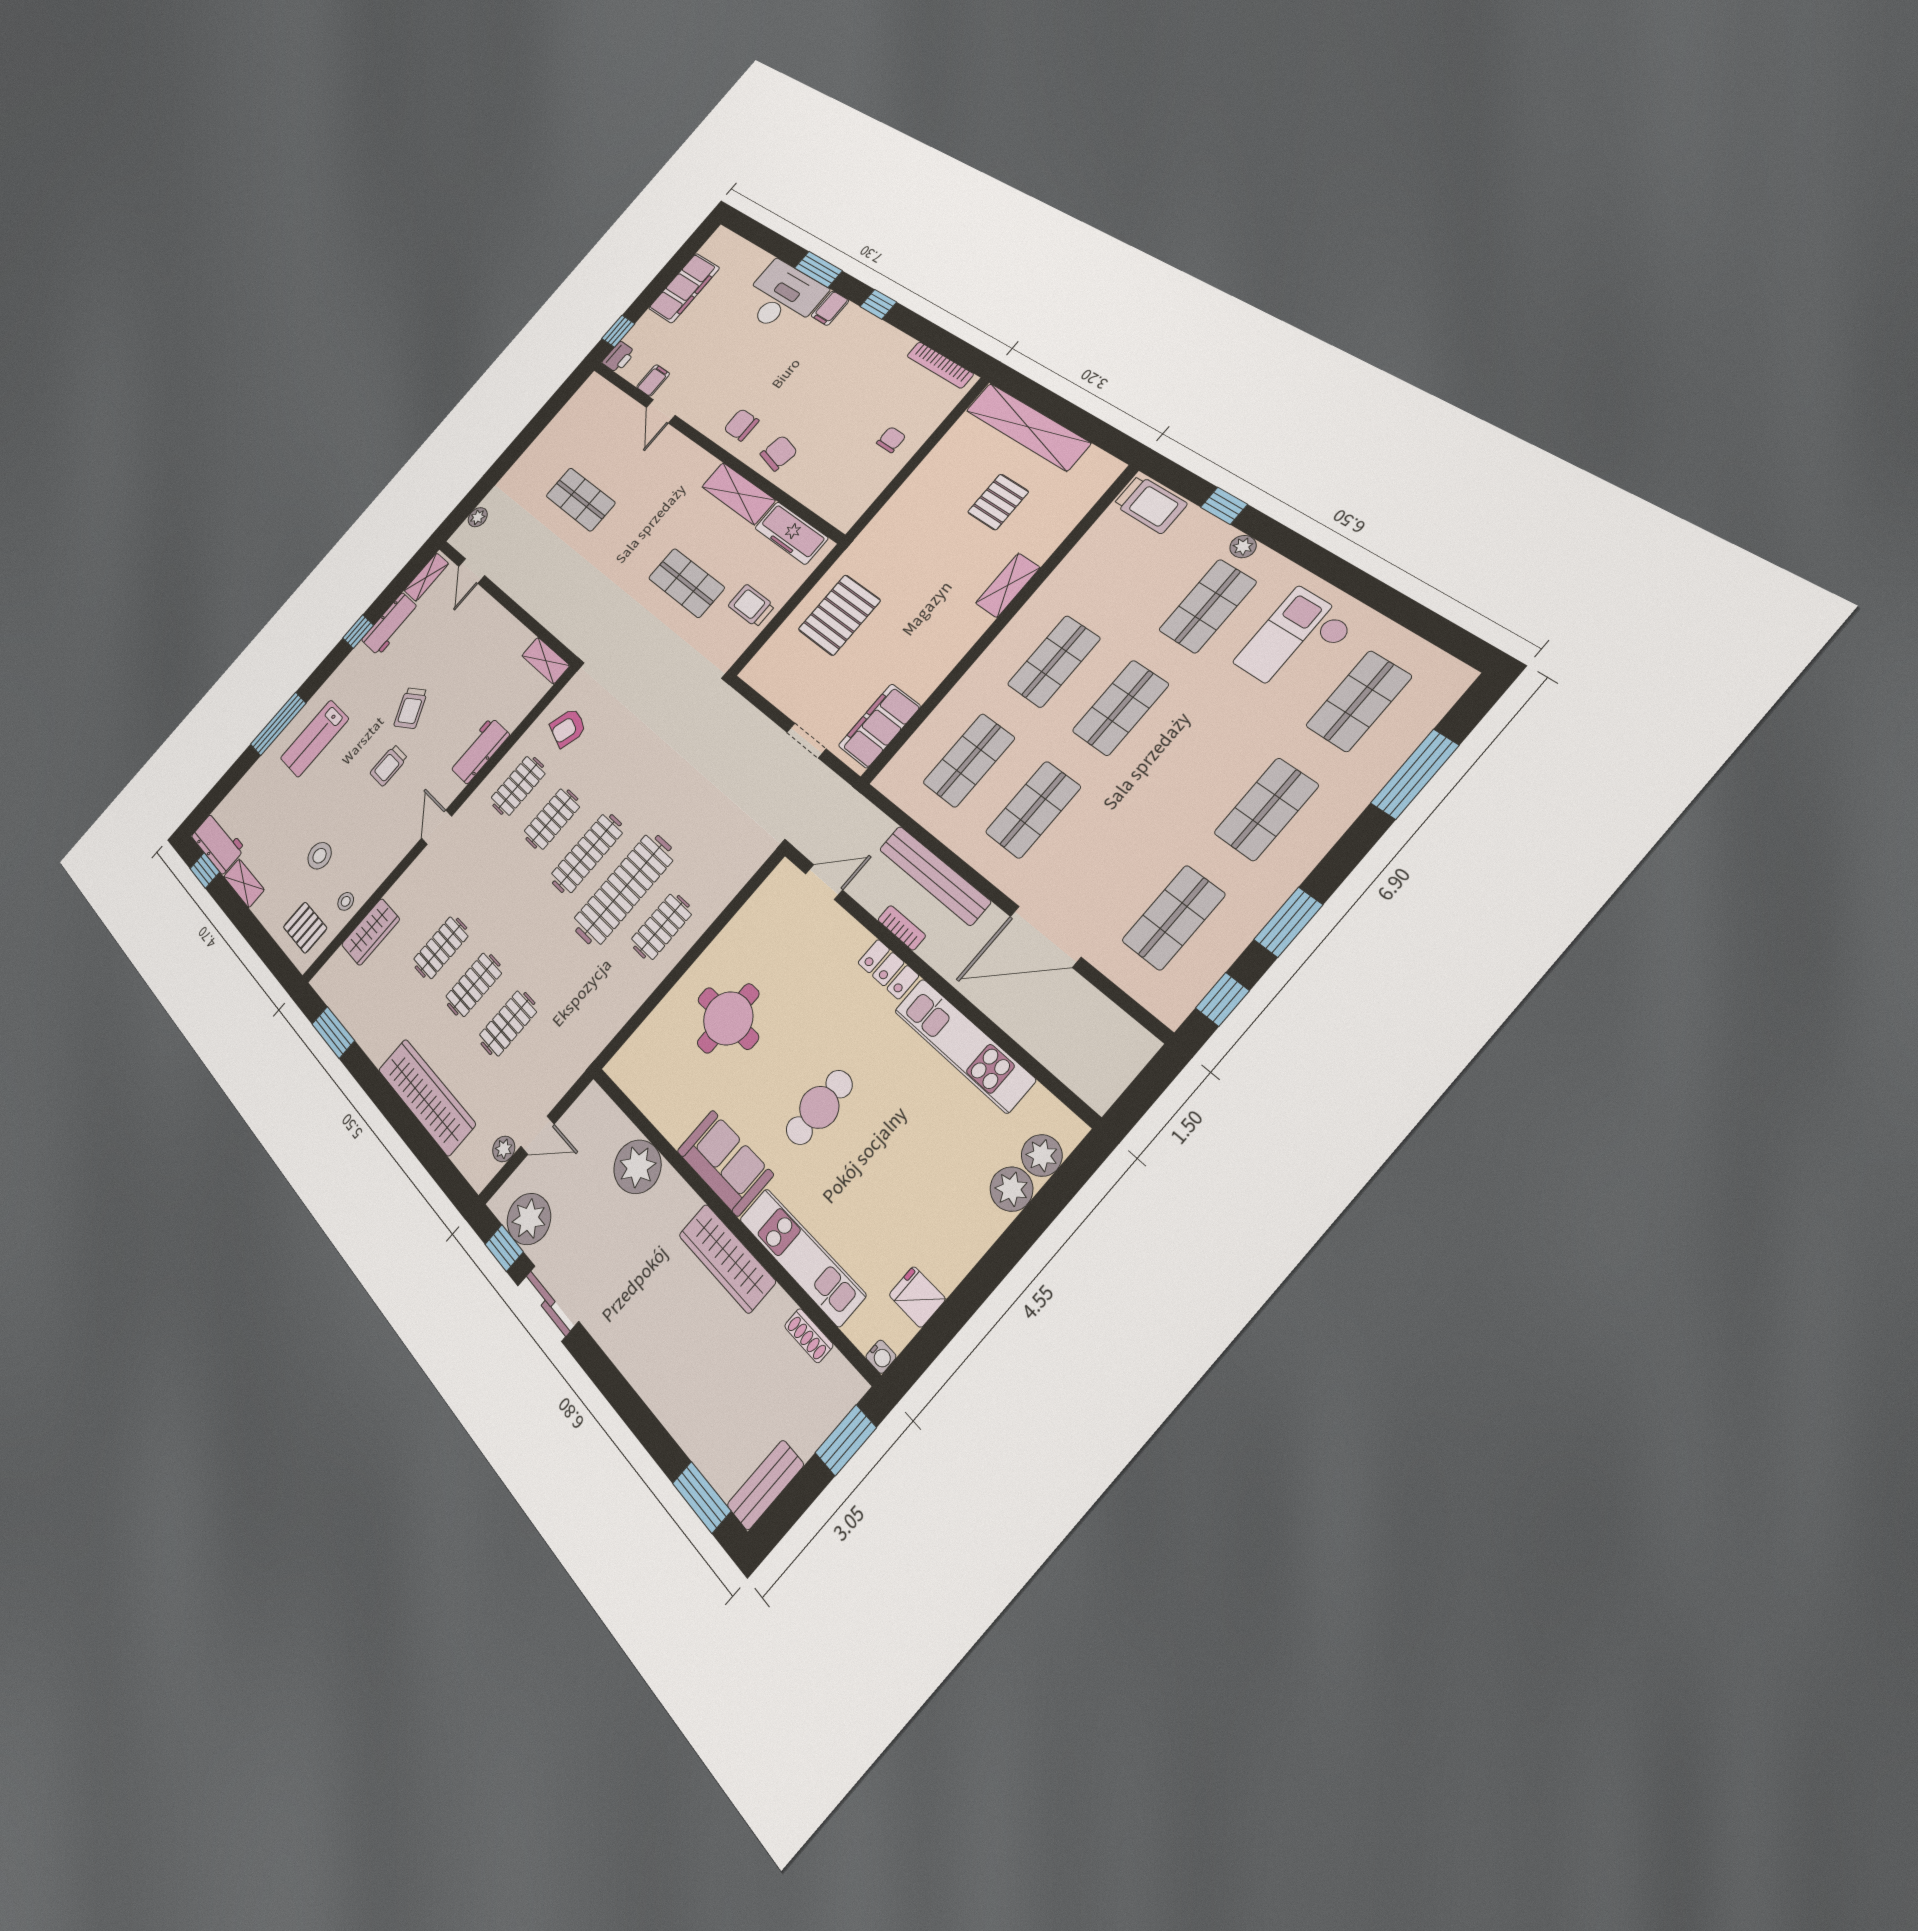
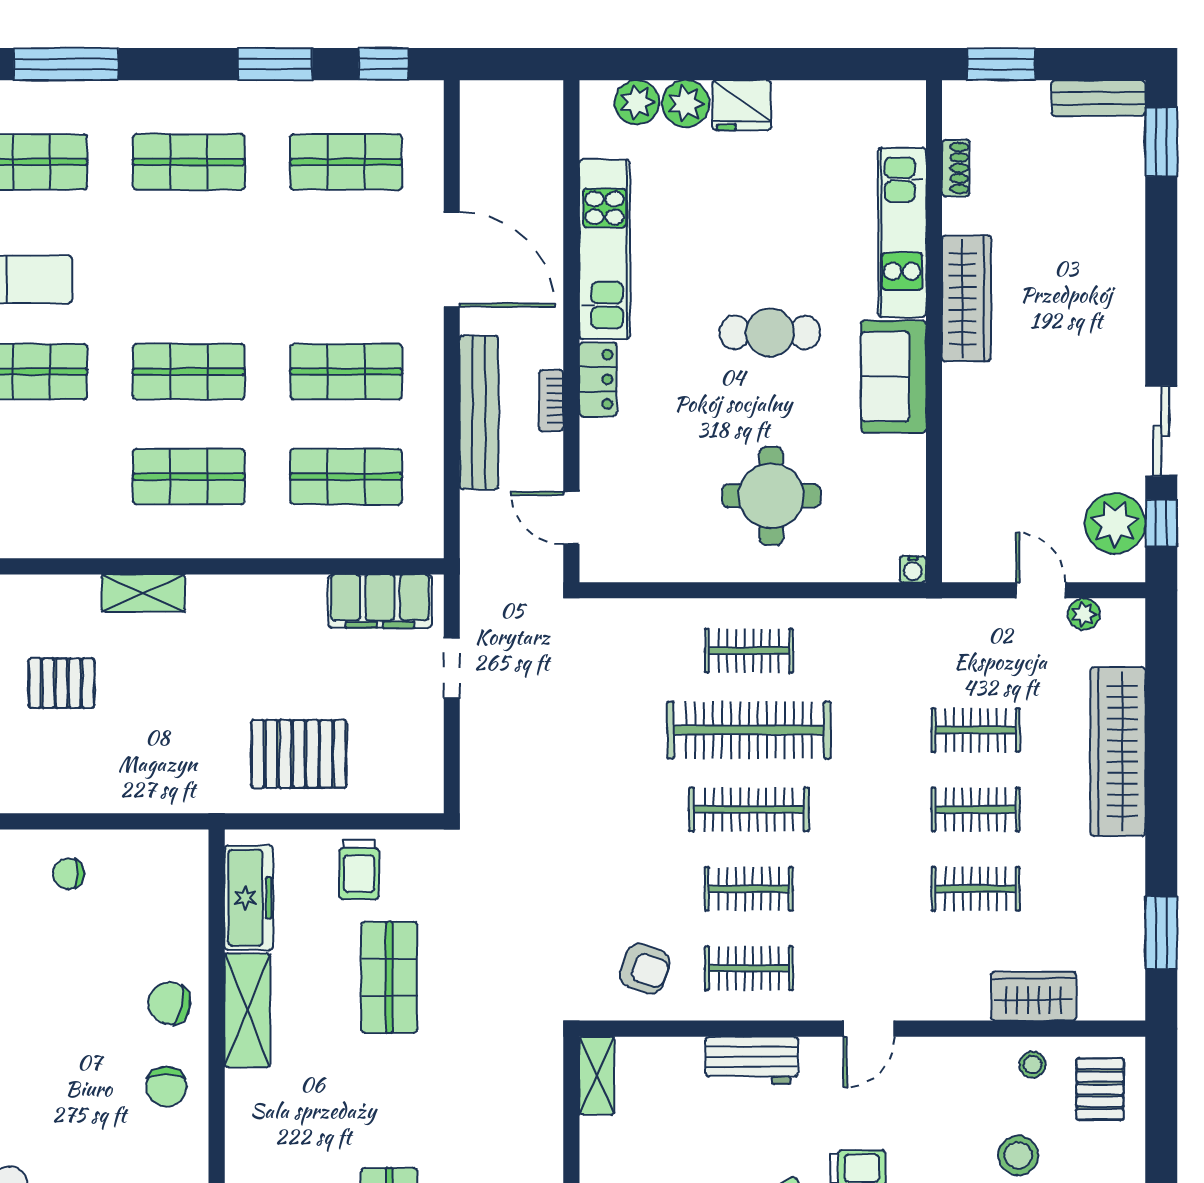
plant: (637, 1167) -> (973, 459), removed
fridge: (917, 1297) -> (742, 105), moved, width x1.38
water cooler: (881, 1357) -> (913, 569), moved, turned 180

